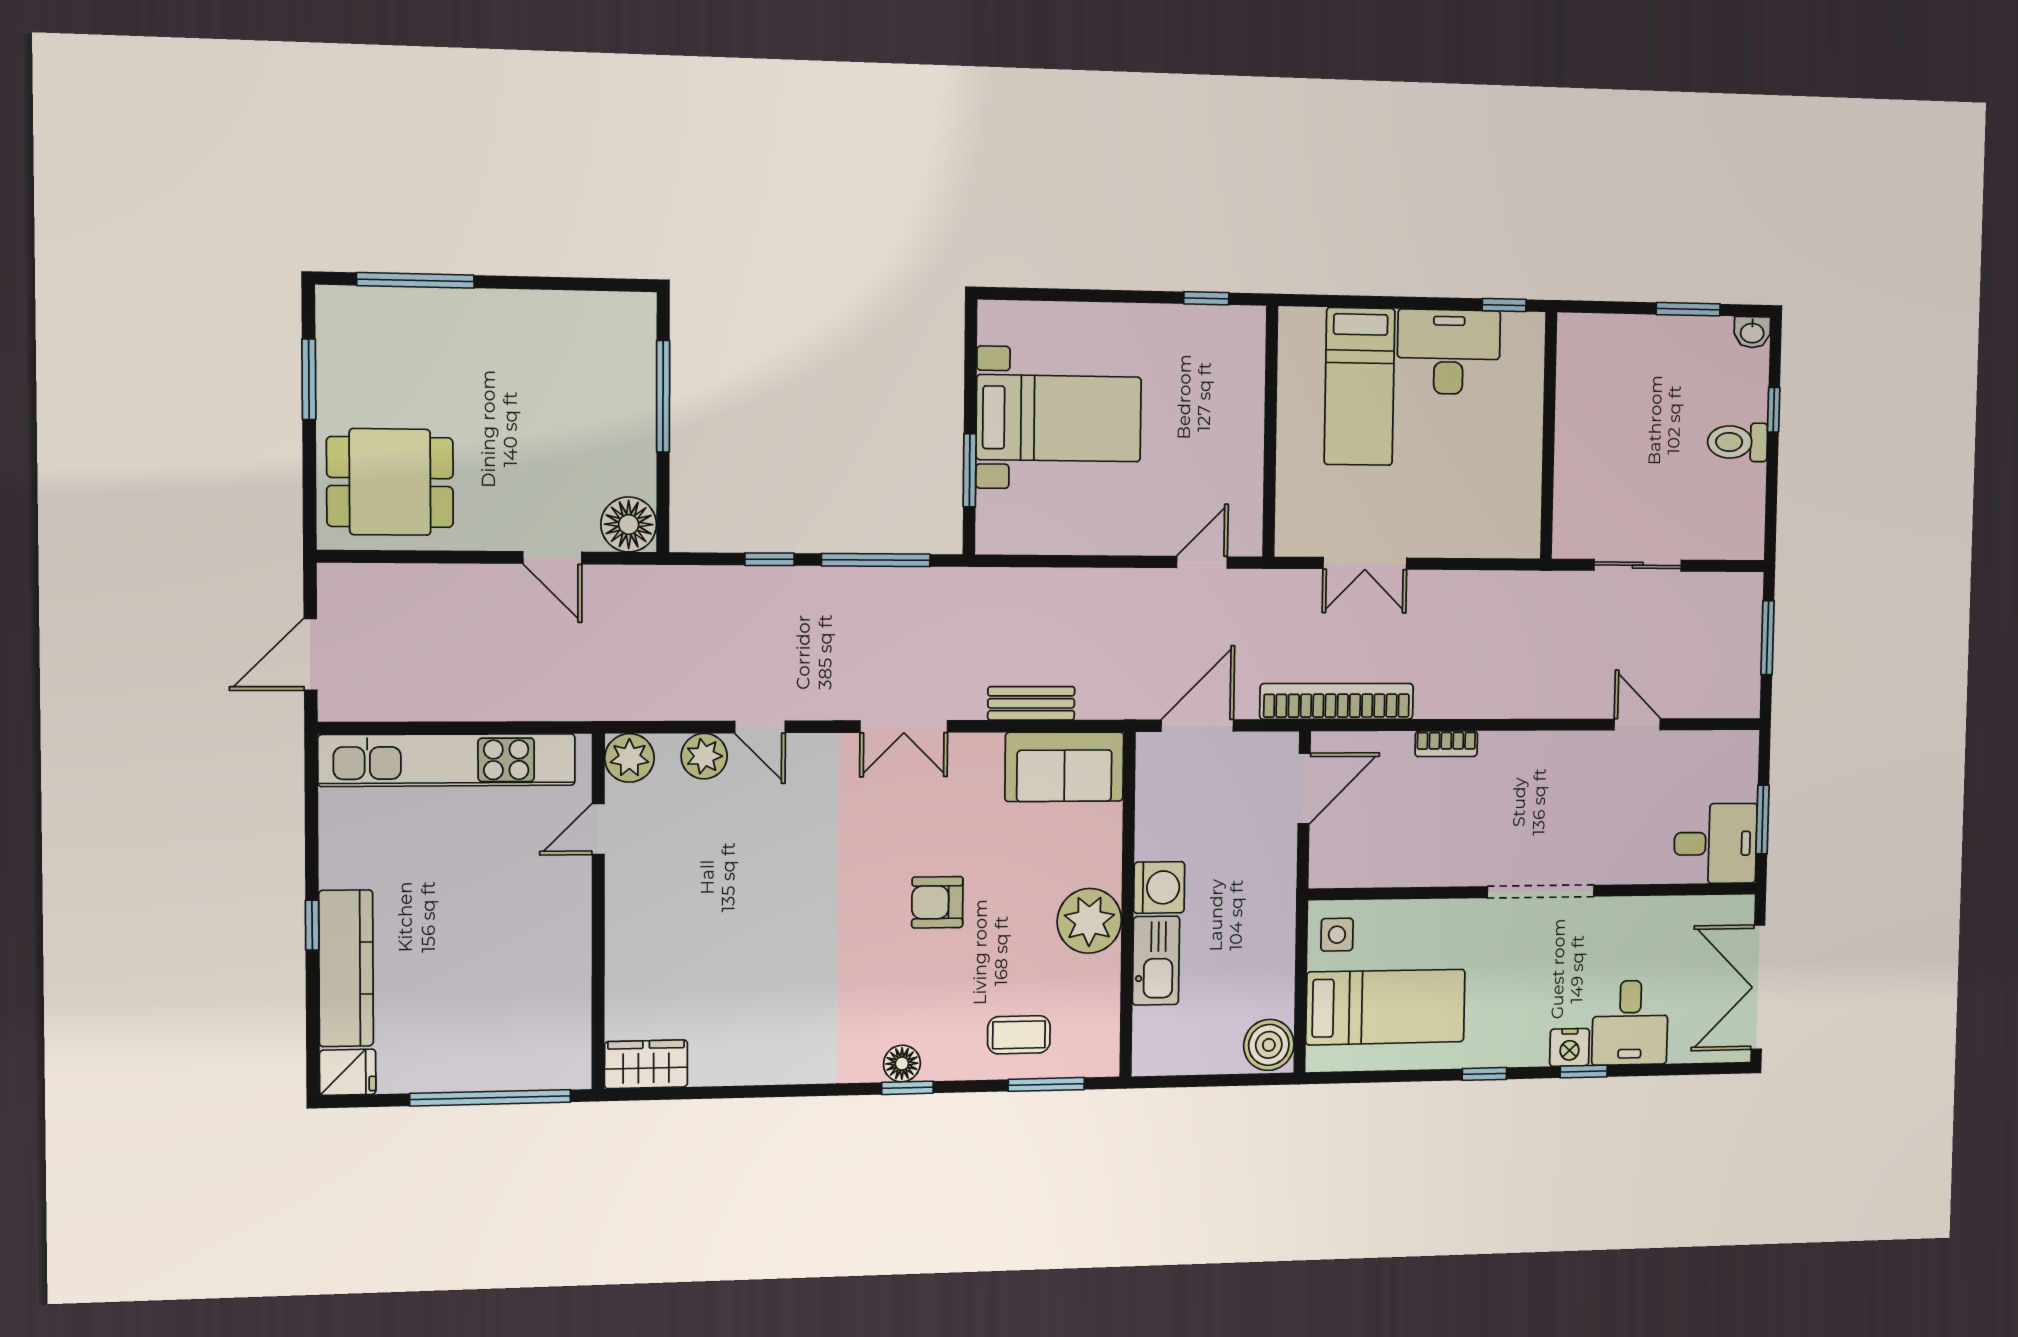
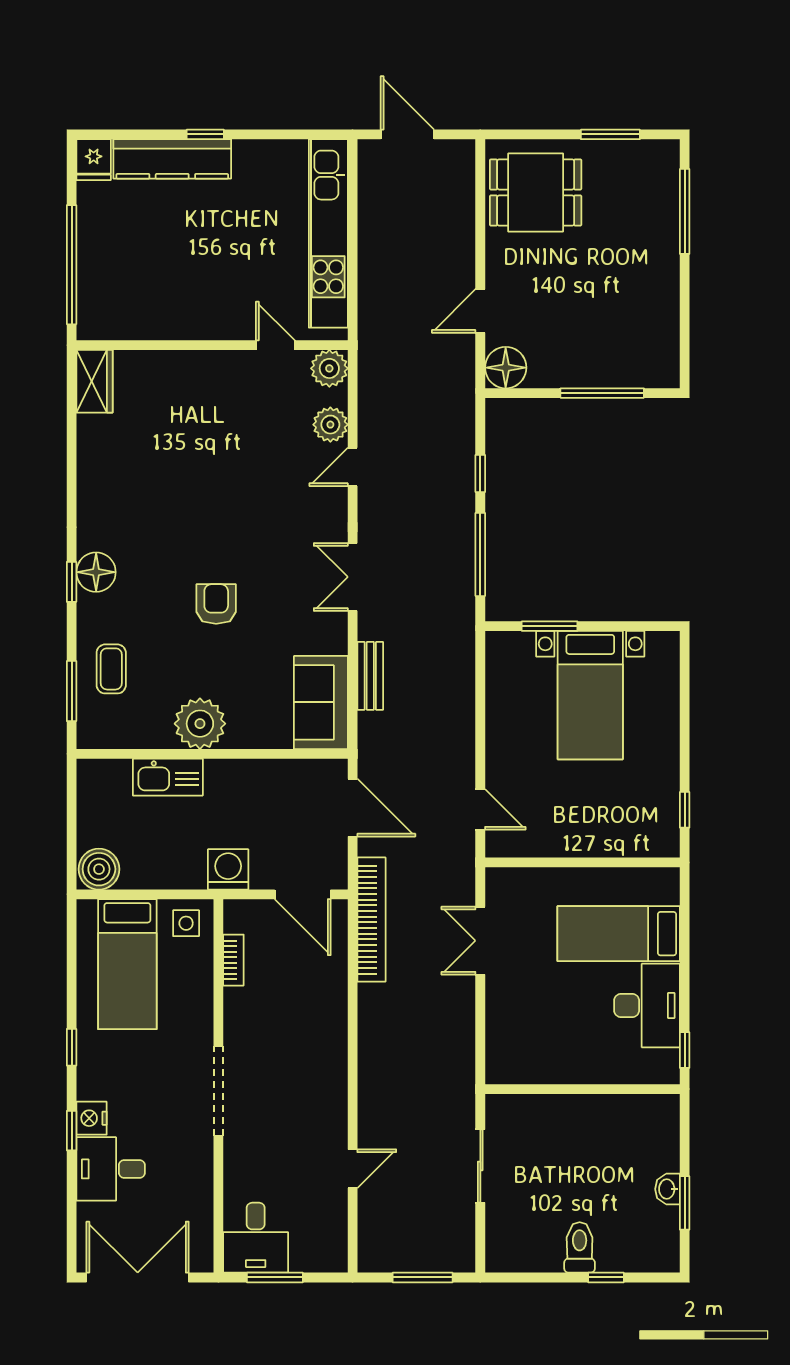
washbasin: (1752, 332) -> (667, 1189), moved
dining table: (390, 482) -> (536, 192), turned 90
bookcase: (1446, 744) -> (233, 960), moved, turned 180
washing machine: (1159, 887) -> (228, 869), moved, turned 180
floor lamp: (902, 1064) -> (96, 572), width x1.38, depth x1.38

